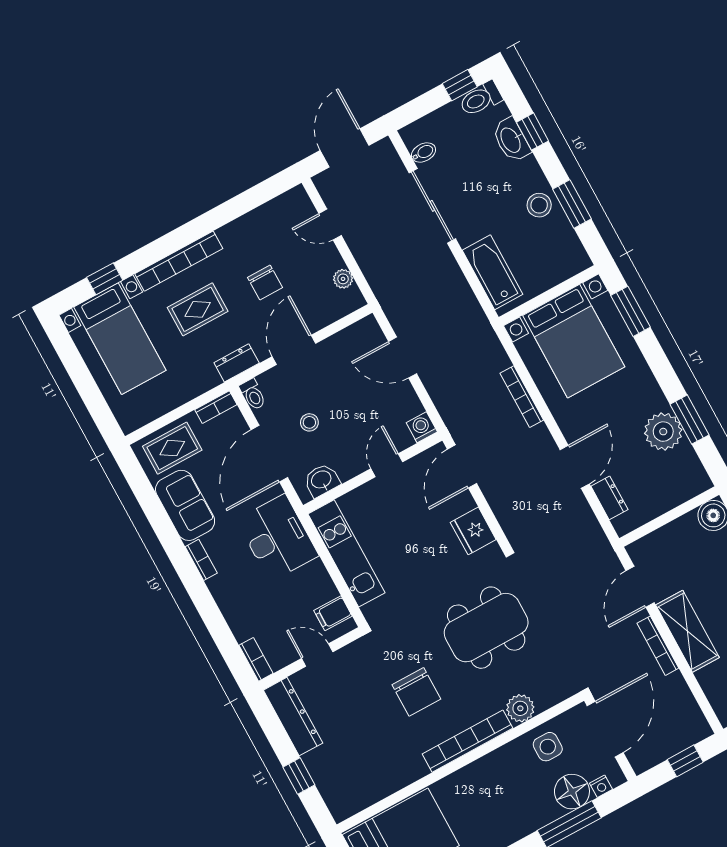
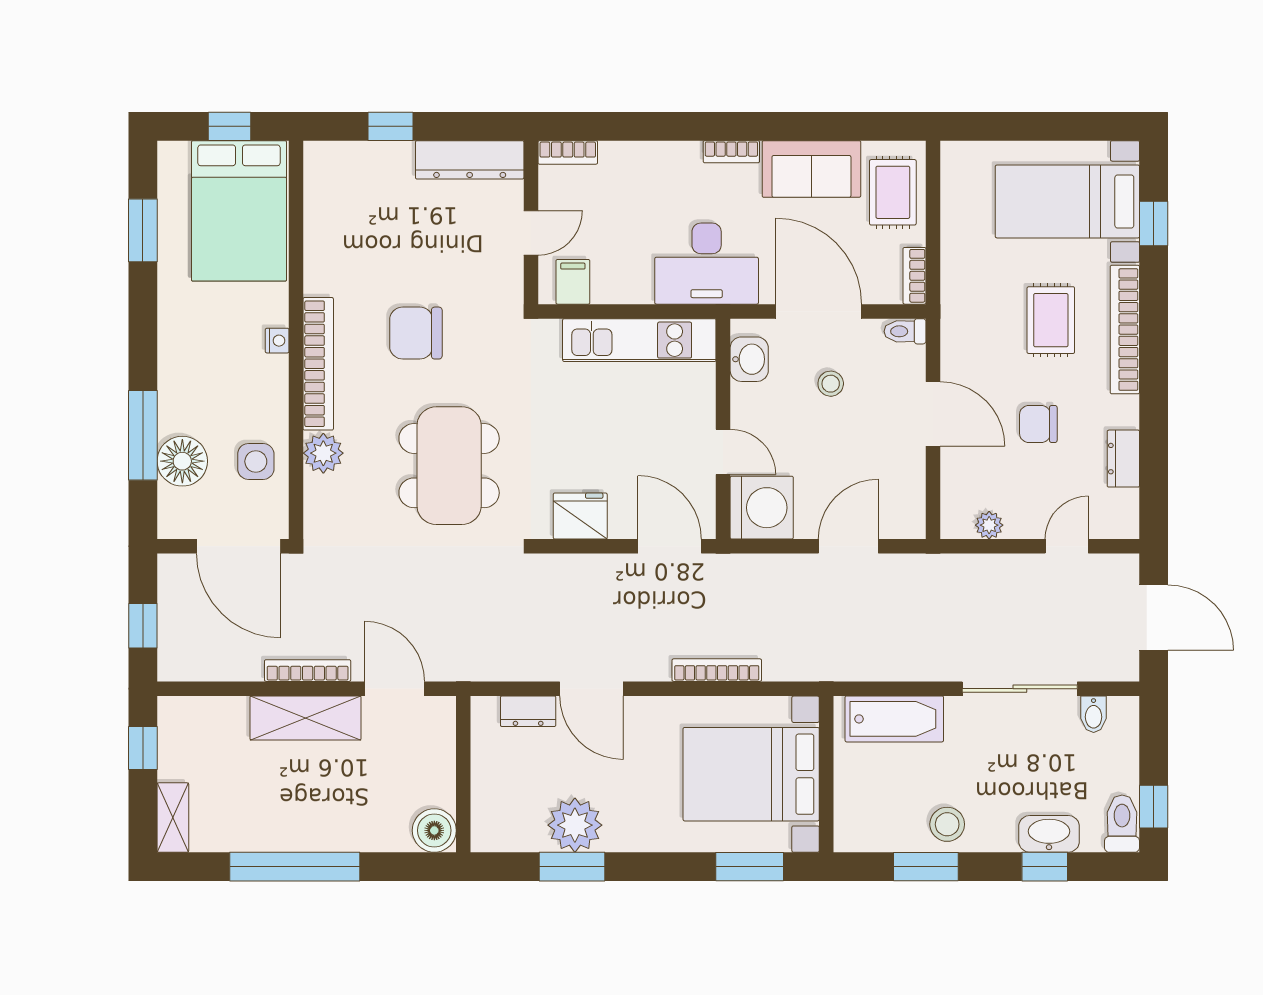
dresser: (237, 363) -> (1123, 459), moved, turned 180
washing machine: (422, 427) -> (762, 508), width x1.89, depth x1.89
nightstand: (601, 786) -> (277, 341), moved, turned 180

